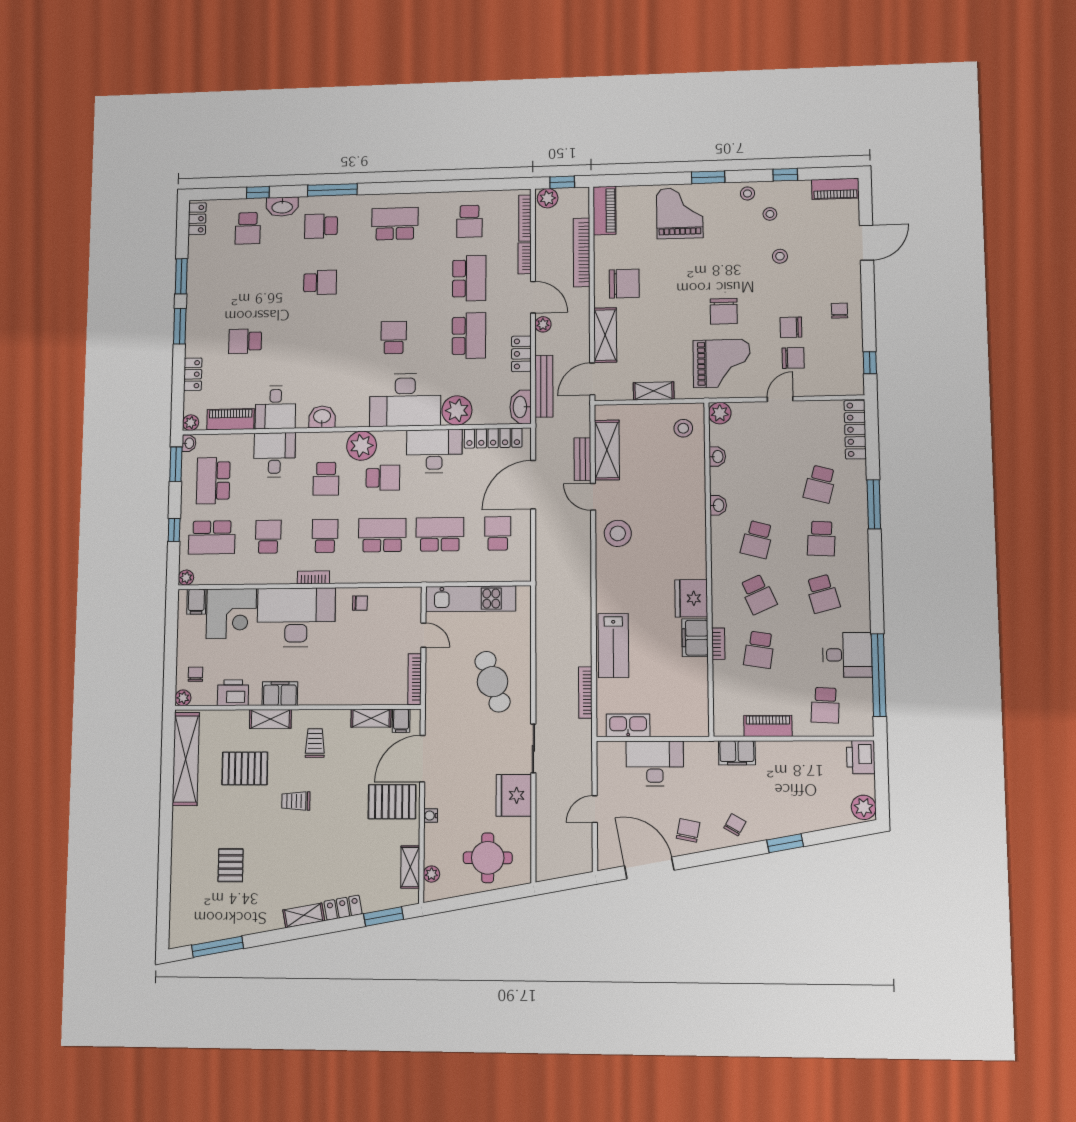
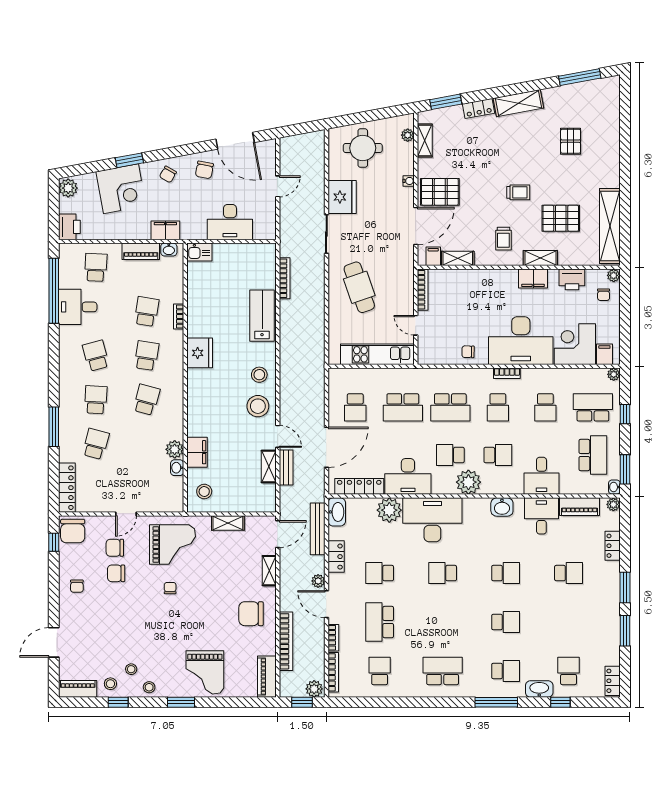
school desk: (395, 224) -> (443, 671), turned 180
stool: (780, 256) -> (110, 684), moved
school desk: (320, 282) -> (506, 622), turned 180
chair: (724, 311) -> (170, 588), width x0.54, depth x0.54
chair: (791, 327) -> (116, 573), turned 180
shelving: (605, 335) -> (269, 571), width x0.67, depth x0.75
school desk: (469, 336) -> (380, 573), width x0.54
school desk: (394, 338) -> (443, 573), turned 90
school desk: (319, 339) -> (506, 573), added
grand piano: (722, 363) -> (172, 545), turned 180
chair: (846, 377) -> (73, 531), added
plant: (720, 413) -> (175, 449), moved
shelving: (607, 450) -> (269, 466), width x0.67, depth x0.75
school desk: (326, 479) -> (498, 455), turned 90
washbasin: (718, 505) -> (169, 250), moved, turned -90
stool: (616, 572) -> (259, 375), added
school desk: (758, 594) -> (147, 356), turned 33
filing cabinet: (695, 638) -> (197, 452), moved
kitchen sink: (628, 725) -> (199, 252), moved, width x0.73
corner desk: (795, 806) -> (121, 189), added
shelving: (304, 915) -> (518, 103), width x1.50, depth x1.33

